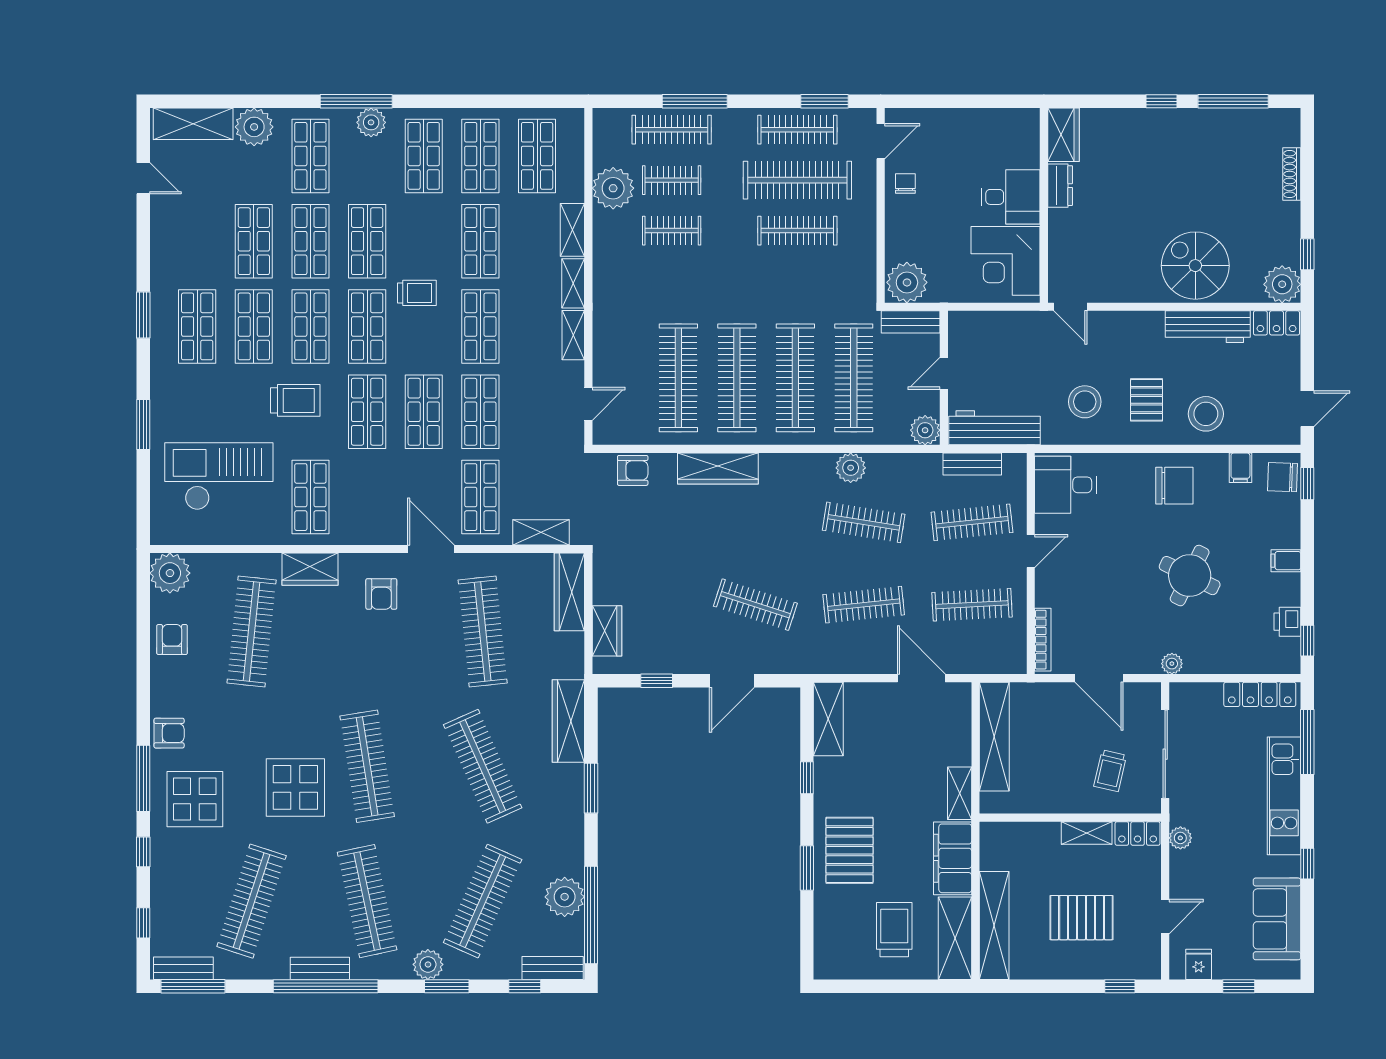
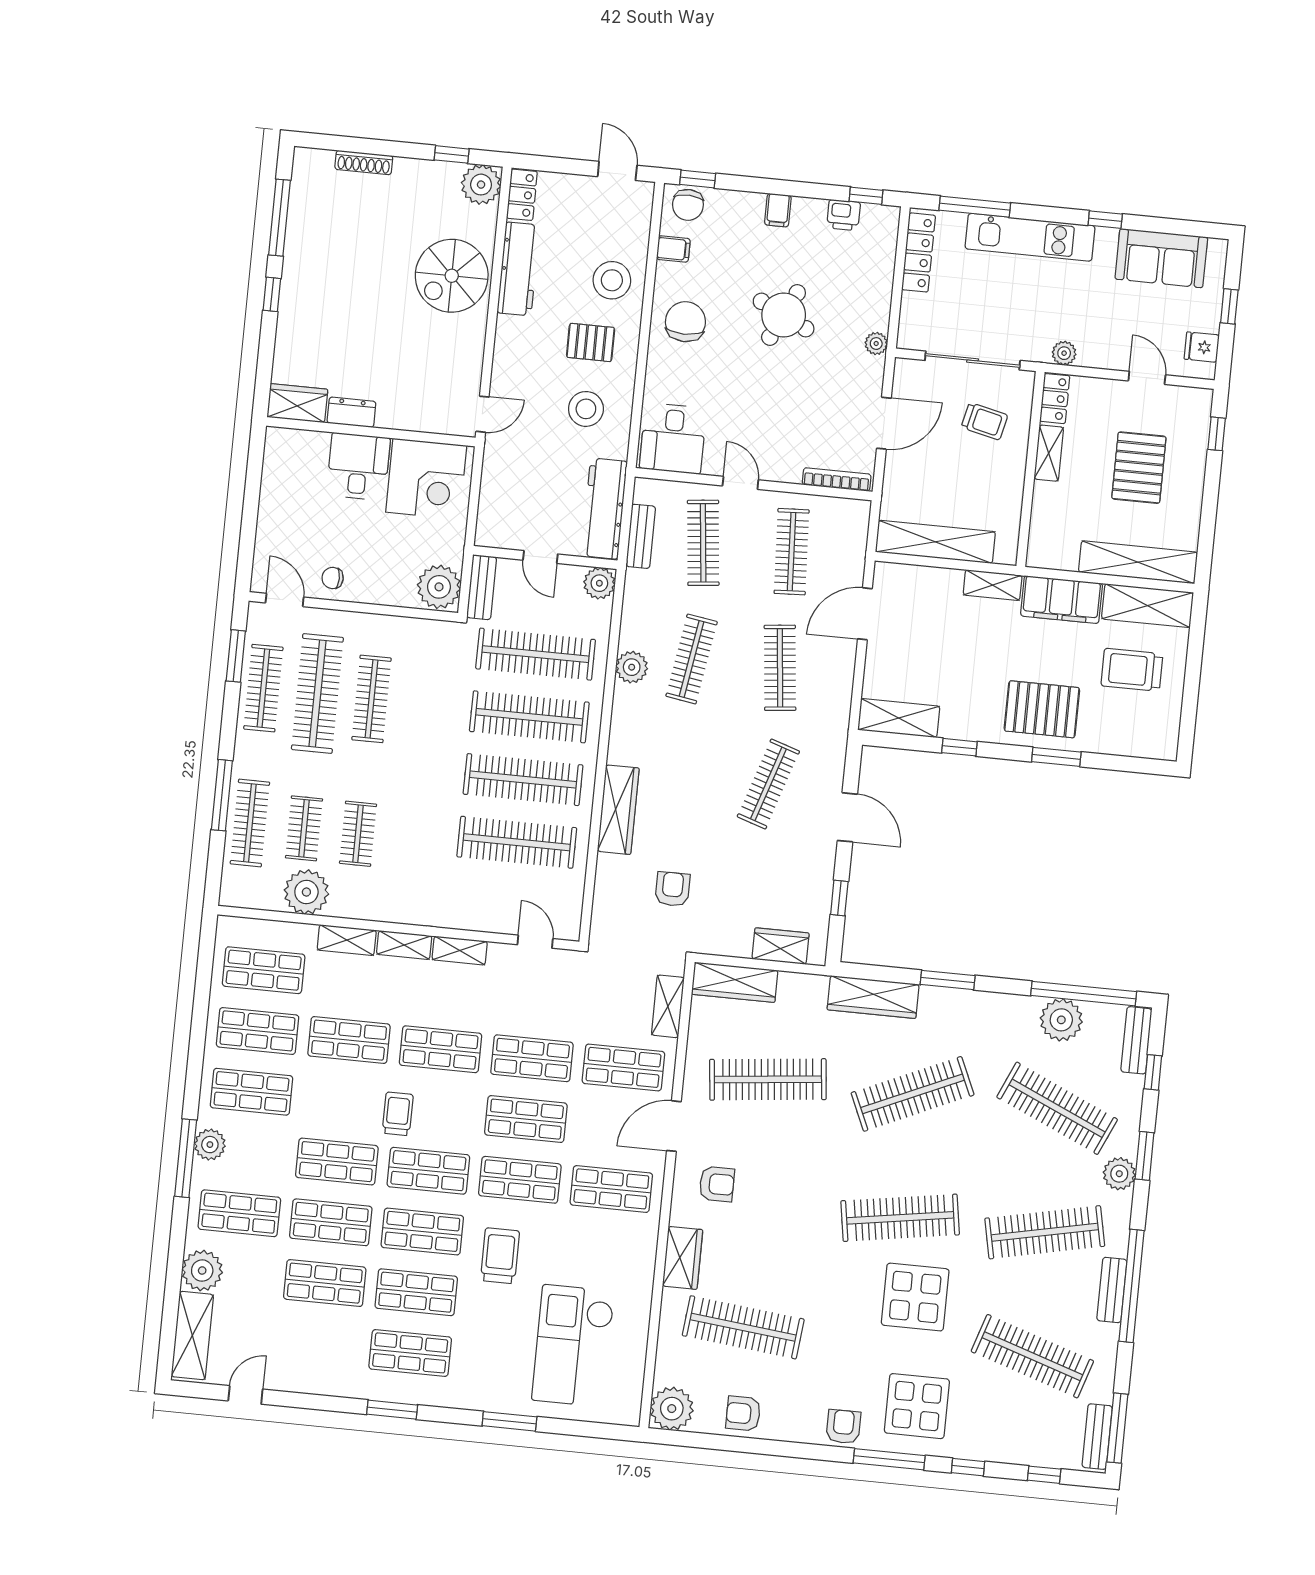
armchair: (633, 470) -> (673, 889), moved
shop shelf: (310, 497) -> (611, 1189), moved

